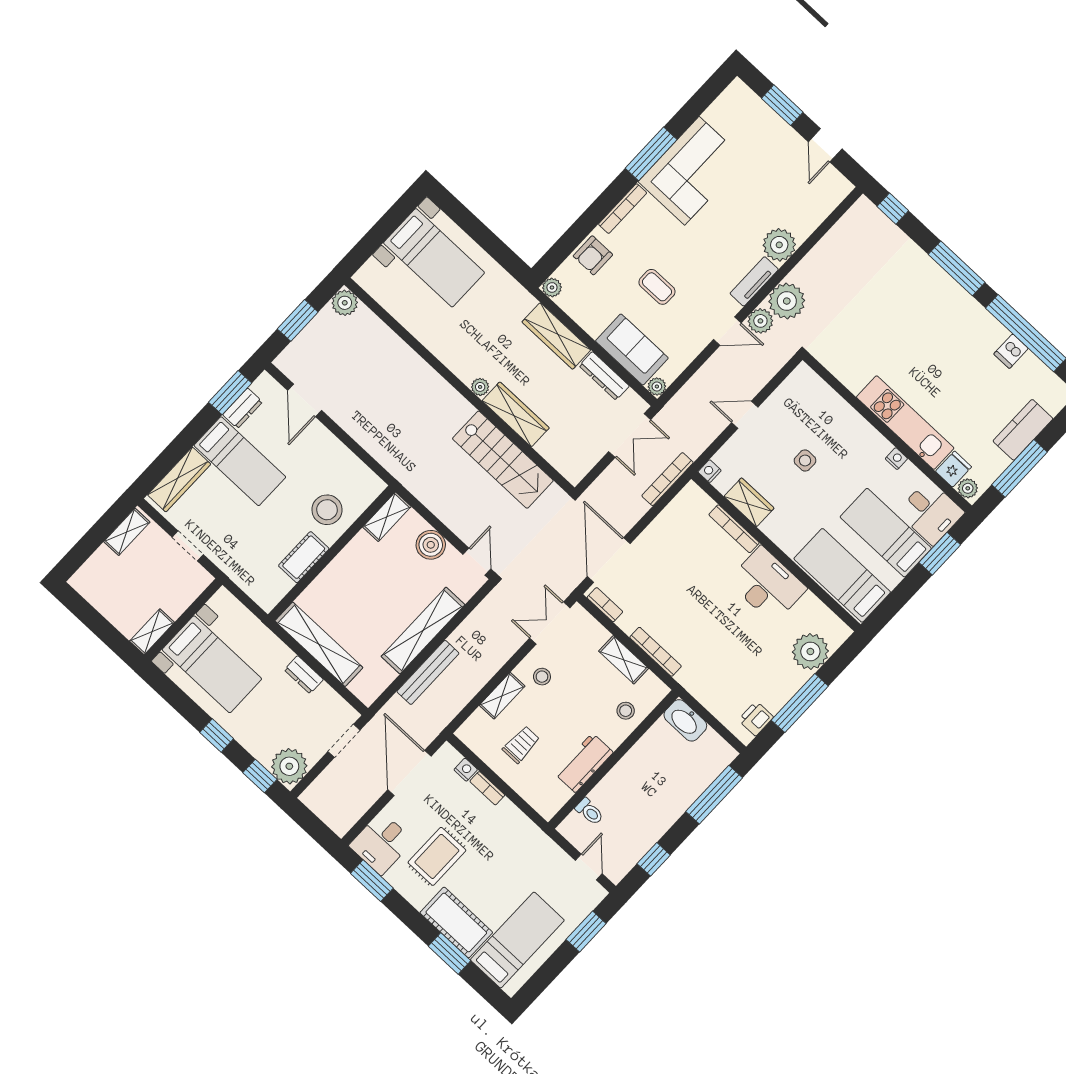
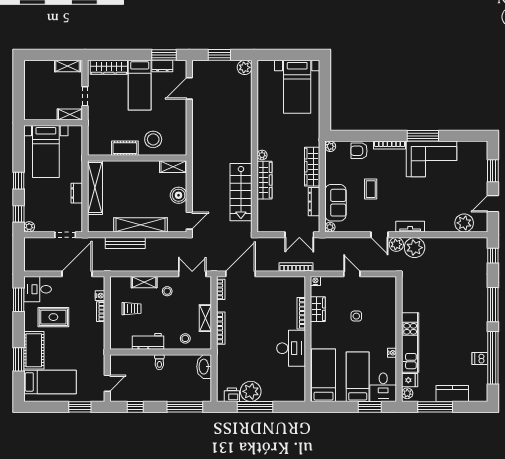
plant: (779, 245) -> (464, 223), moved
shelving: (152, 632) -> (70, 115), moved
plant: (810, 652) -> (251, 391), moved
plant: (289, 766) -> (29, 227), width x0.53, depth x0.53
toilet: (589, 812) -> (159, 362), moved

